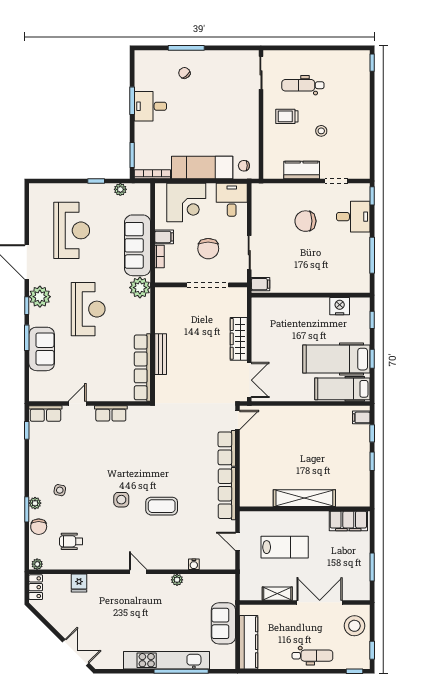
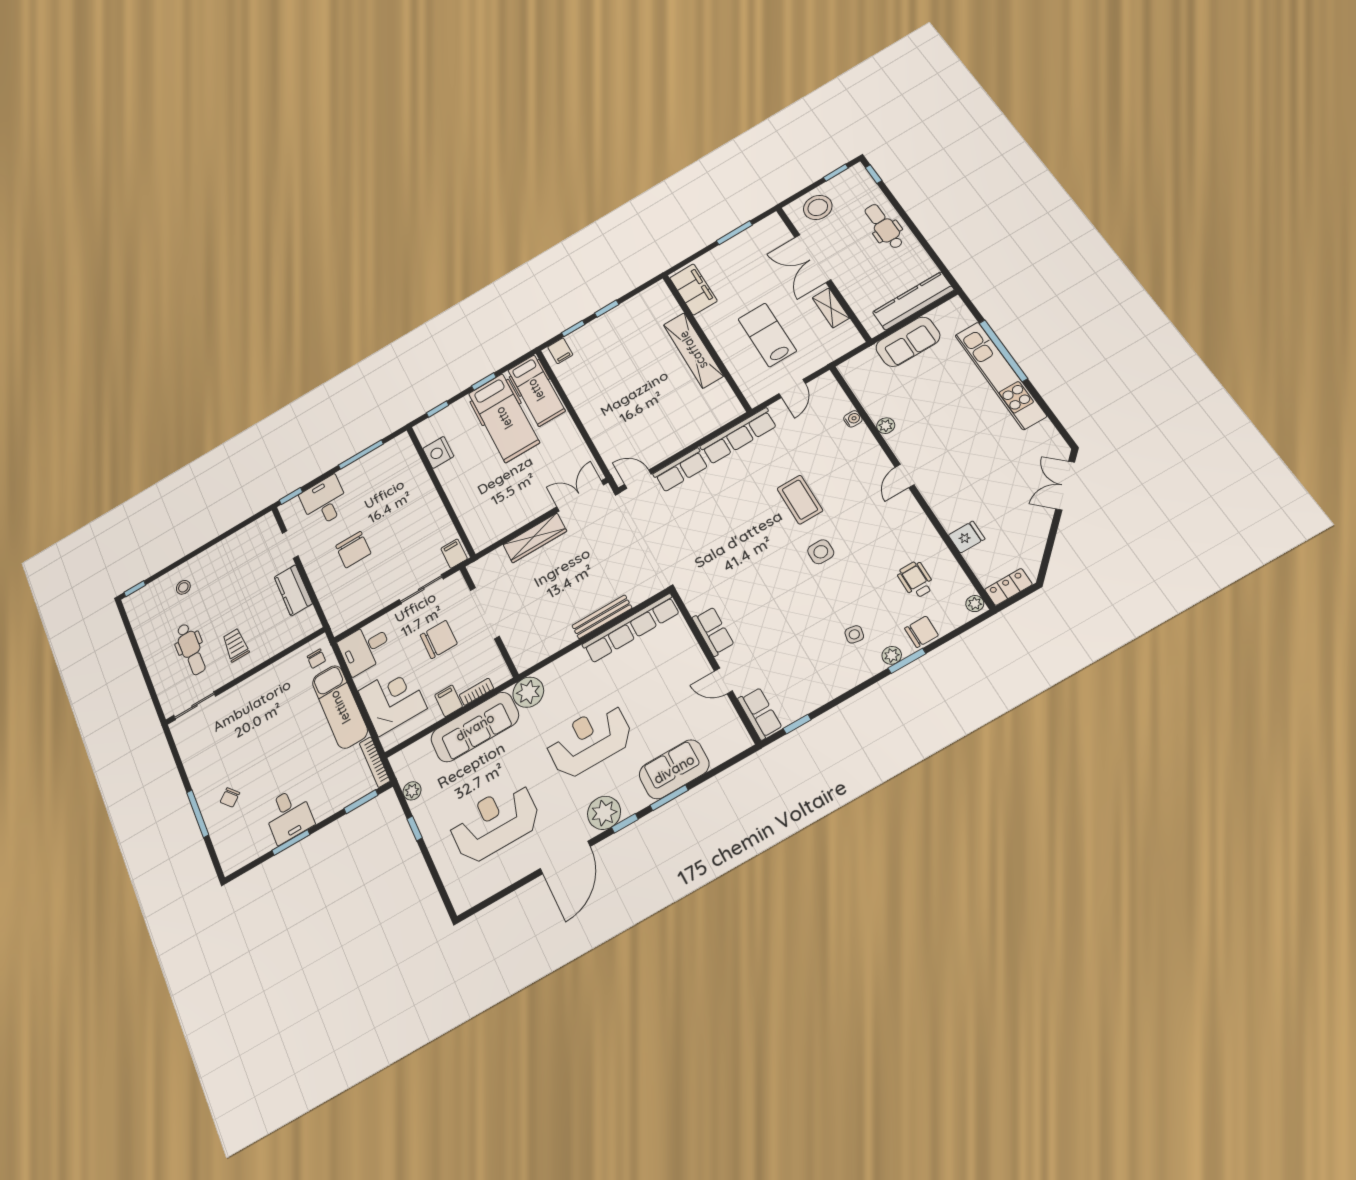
trolley: (287, 116) -> (236, 645), turned 180
stool: (321, 131) -> (183, 587), moved
wheelchair: (71, 541) -> (916, 580), turned 180

